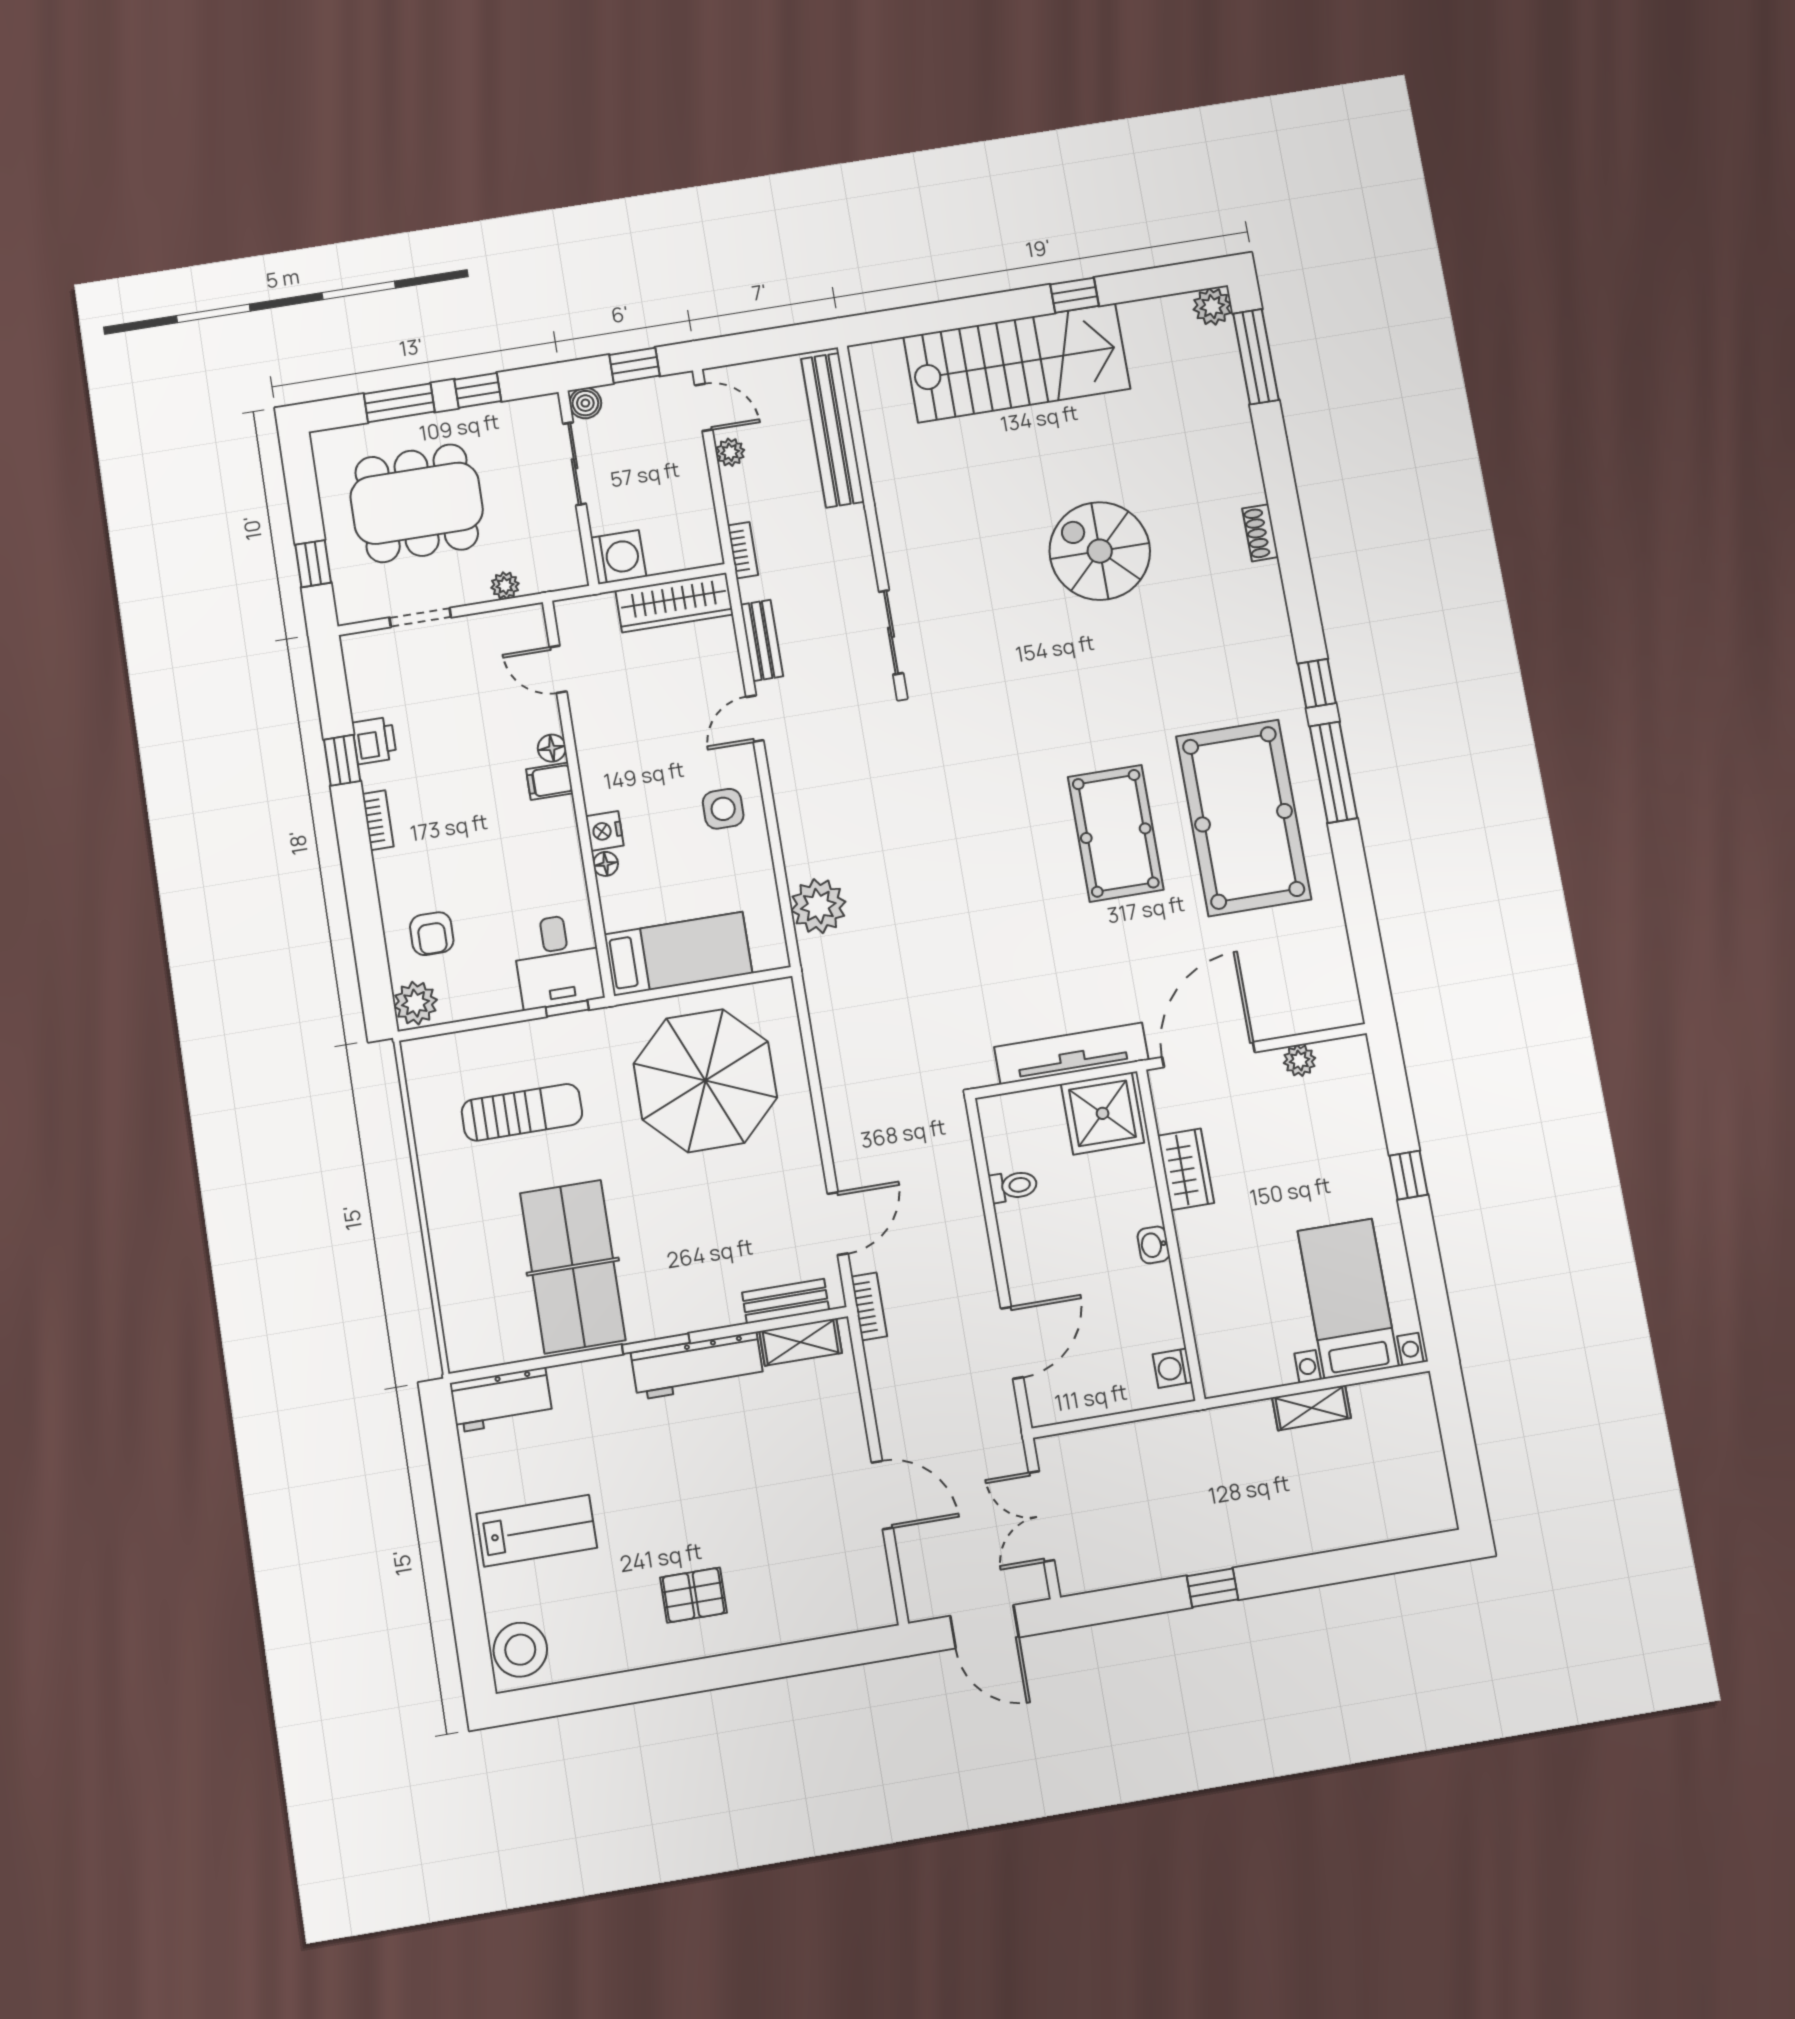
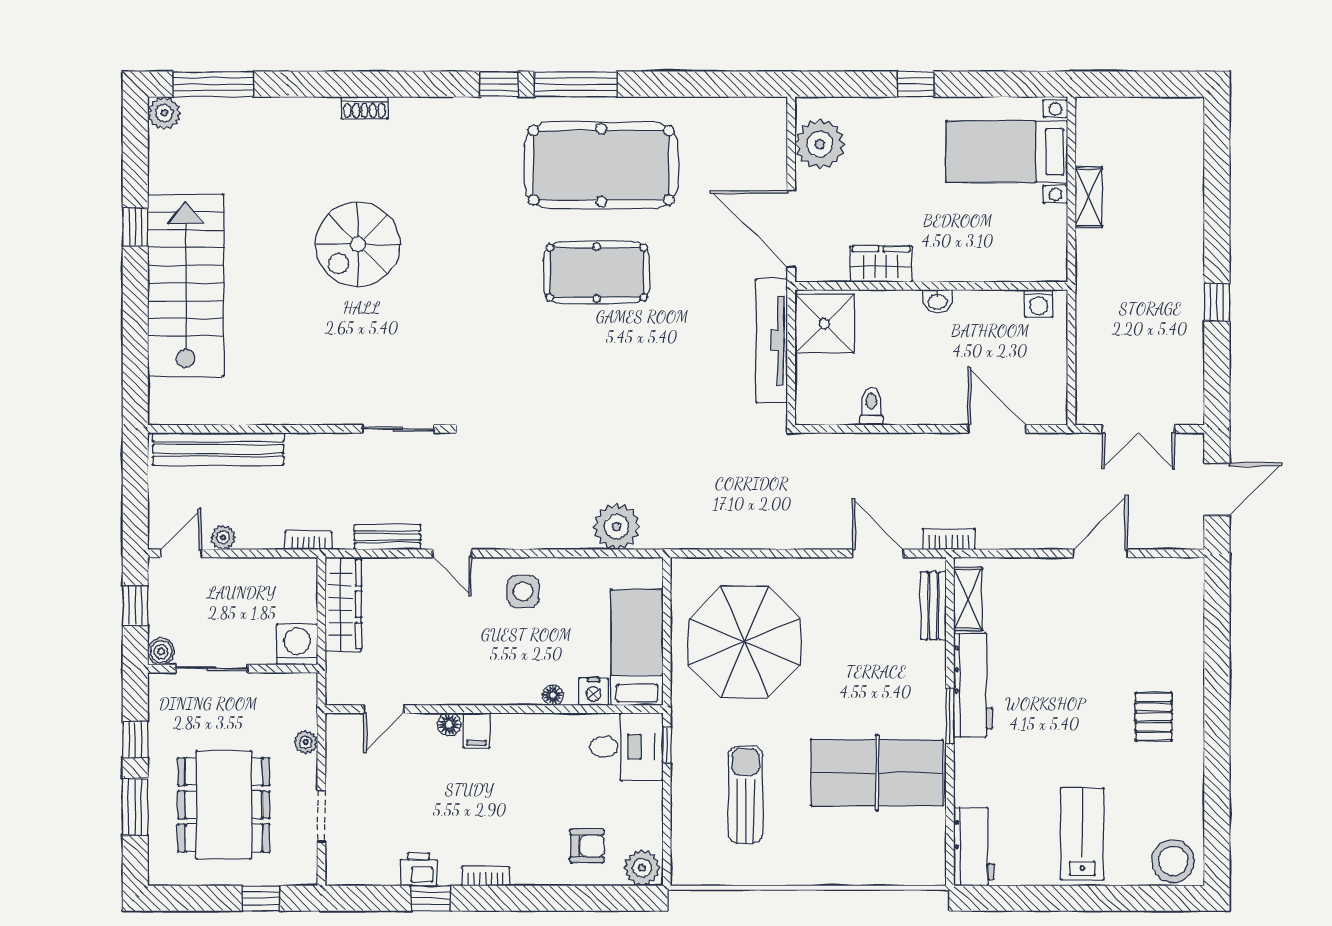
nightstand: (605, 831) -> (594, 692), moved
plant: (1299, 1060) -> (820, 144), width x1.88, depth x1.88

